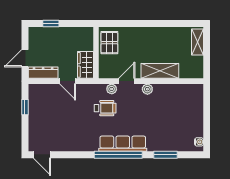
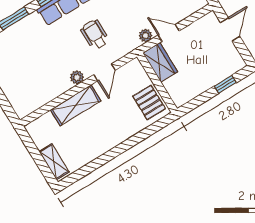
dresser: (43, 73) -> (201, 26), removed
plant: (112, 89) -> (145, 36), moved
wheelchair: (105, 108) -> (95, 35), moved, turned 90

